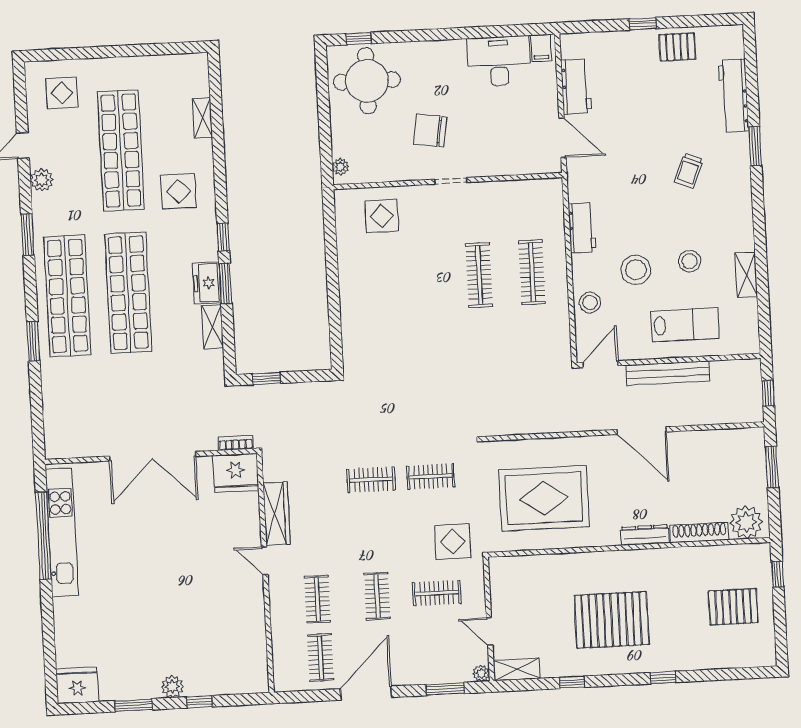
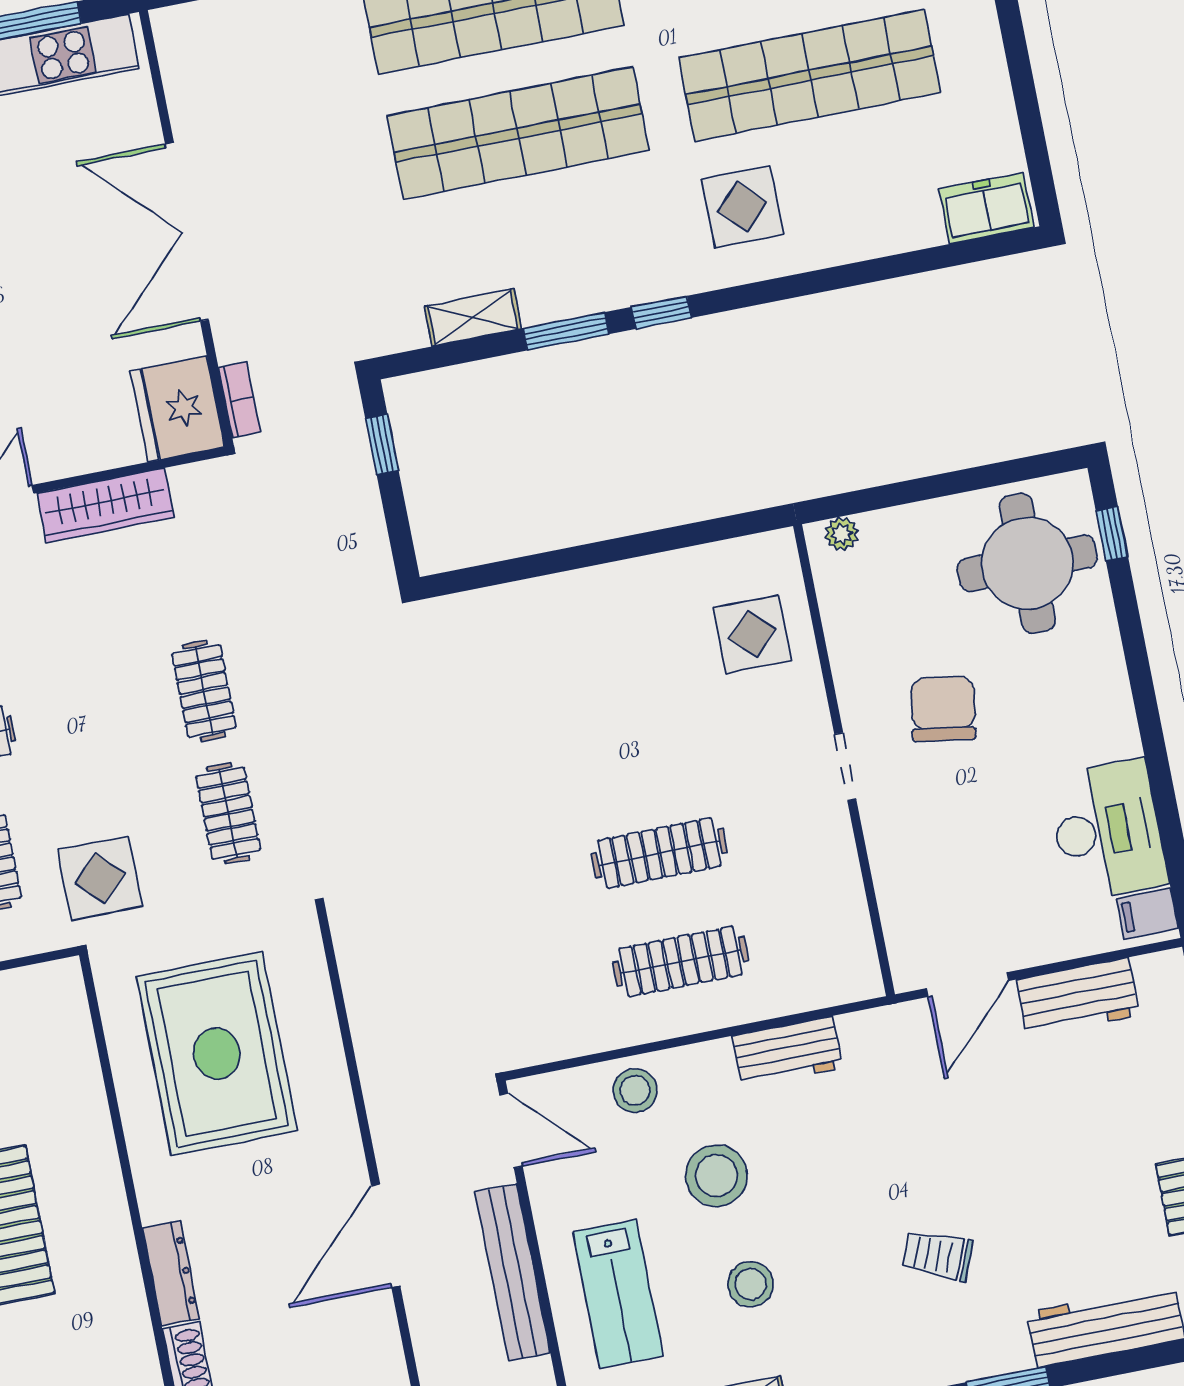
shelving: (202, 118) -> (902, 234), removed
freezer: (207, 283) -> (986, 208), moved

